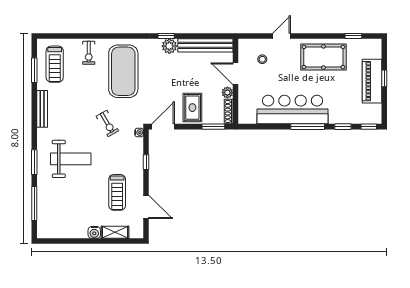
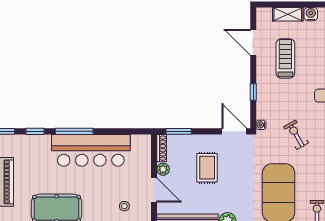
rug: (192, 108) -> (207, 168), moved
door: (163, 127) -> (234, 131), swing flipped

